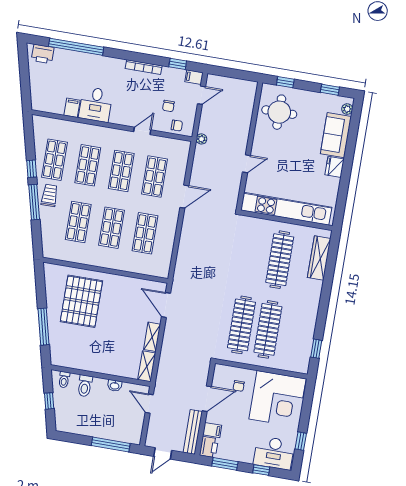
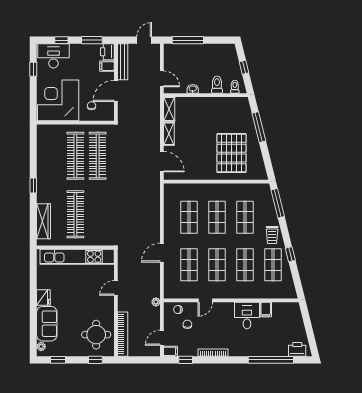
bookcase: (248, 107) -> (123, 334), added
window: (34, 202) -> (278, 203), moved
window: (316, 349) -> (33, 185), moved

